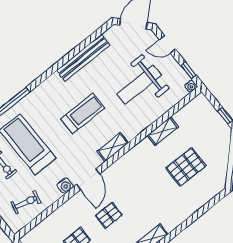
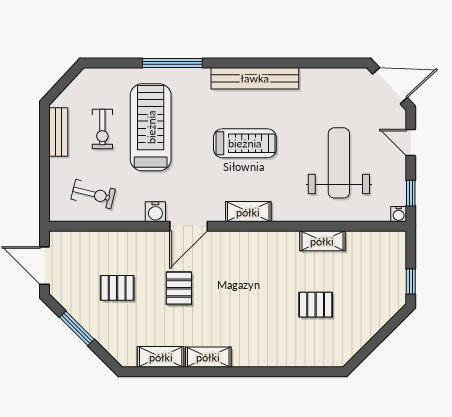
bench: (83, 58) -> (255, 78), moved
weight bench: (139, 85) -> (339, 163), turned 90
pallet: (186, 167) -> (316, 305), width x0.67, depth x0.71
pallet: (109, 215) -> (179, 288), turned 90

